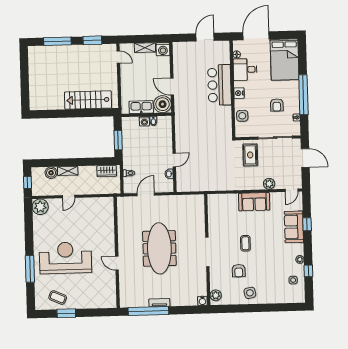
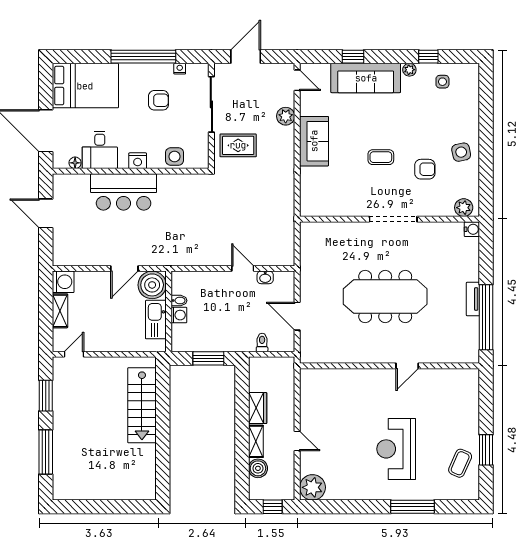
wardrobe: (107, 171) -> (258, 408), moved
sofa: (294, 227) -> (366, 78), width x1.36
reception desk: (65, 258) -> (396, 449), width x0.74, depth x0.77

